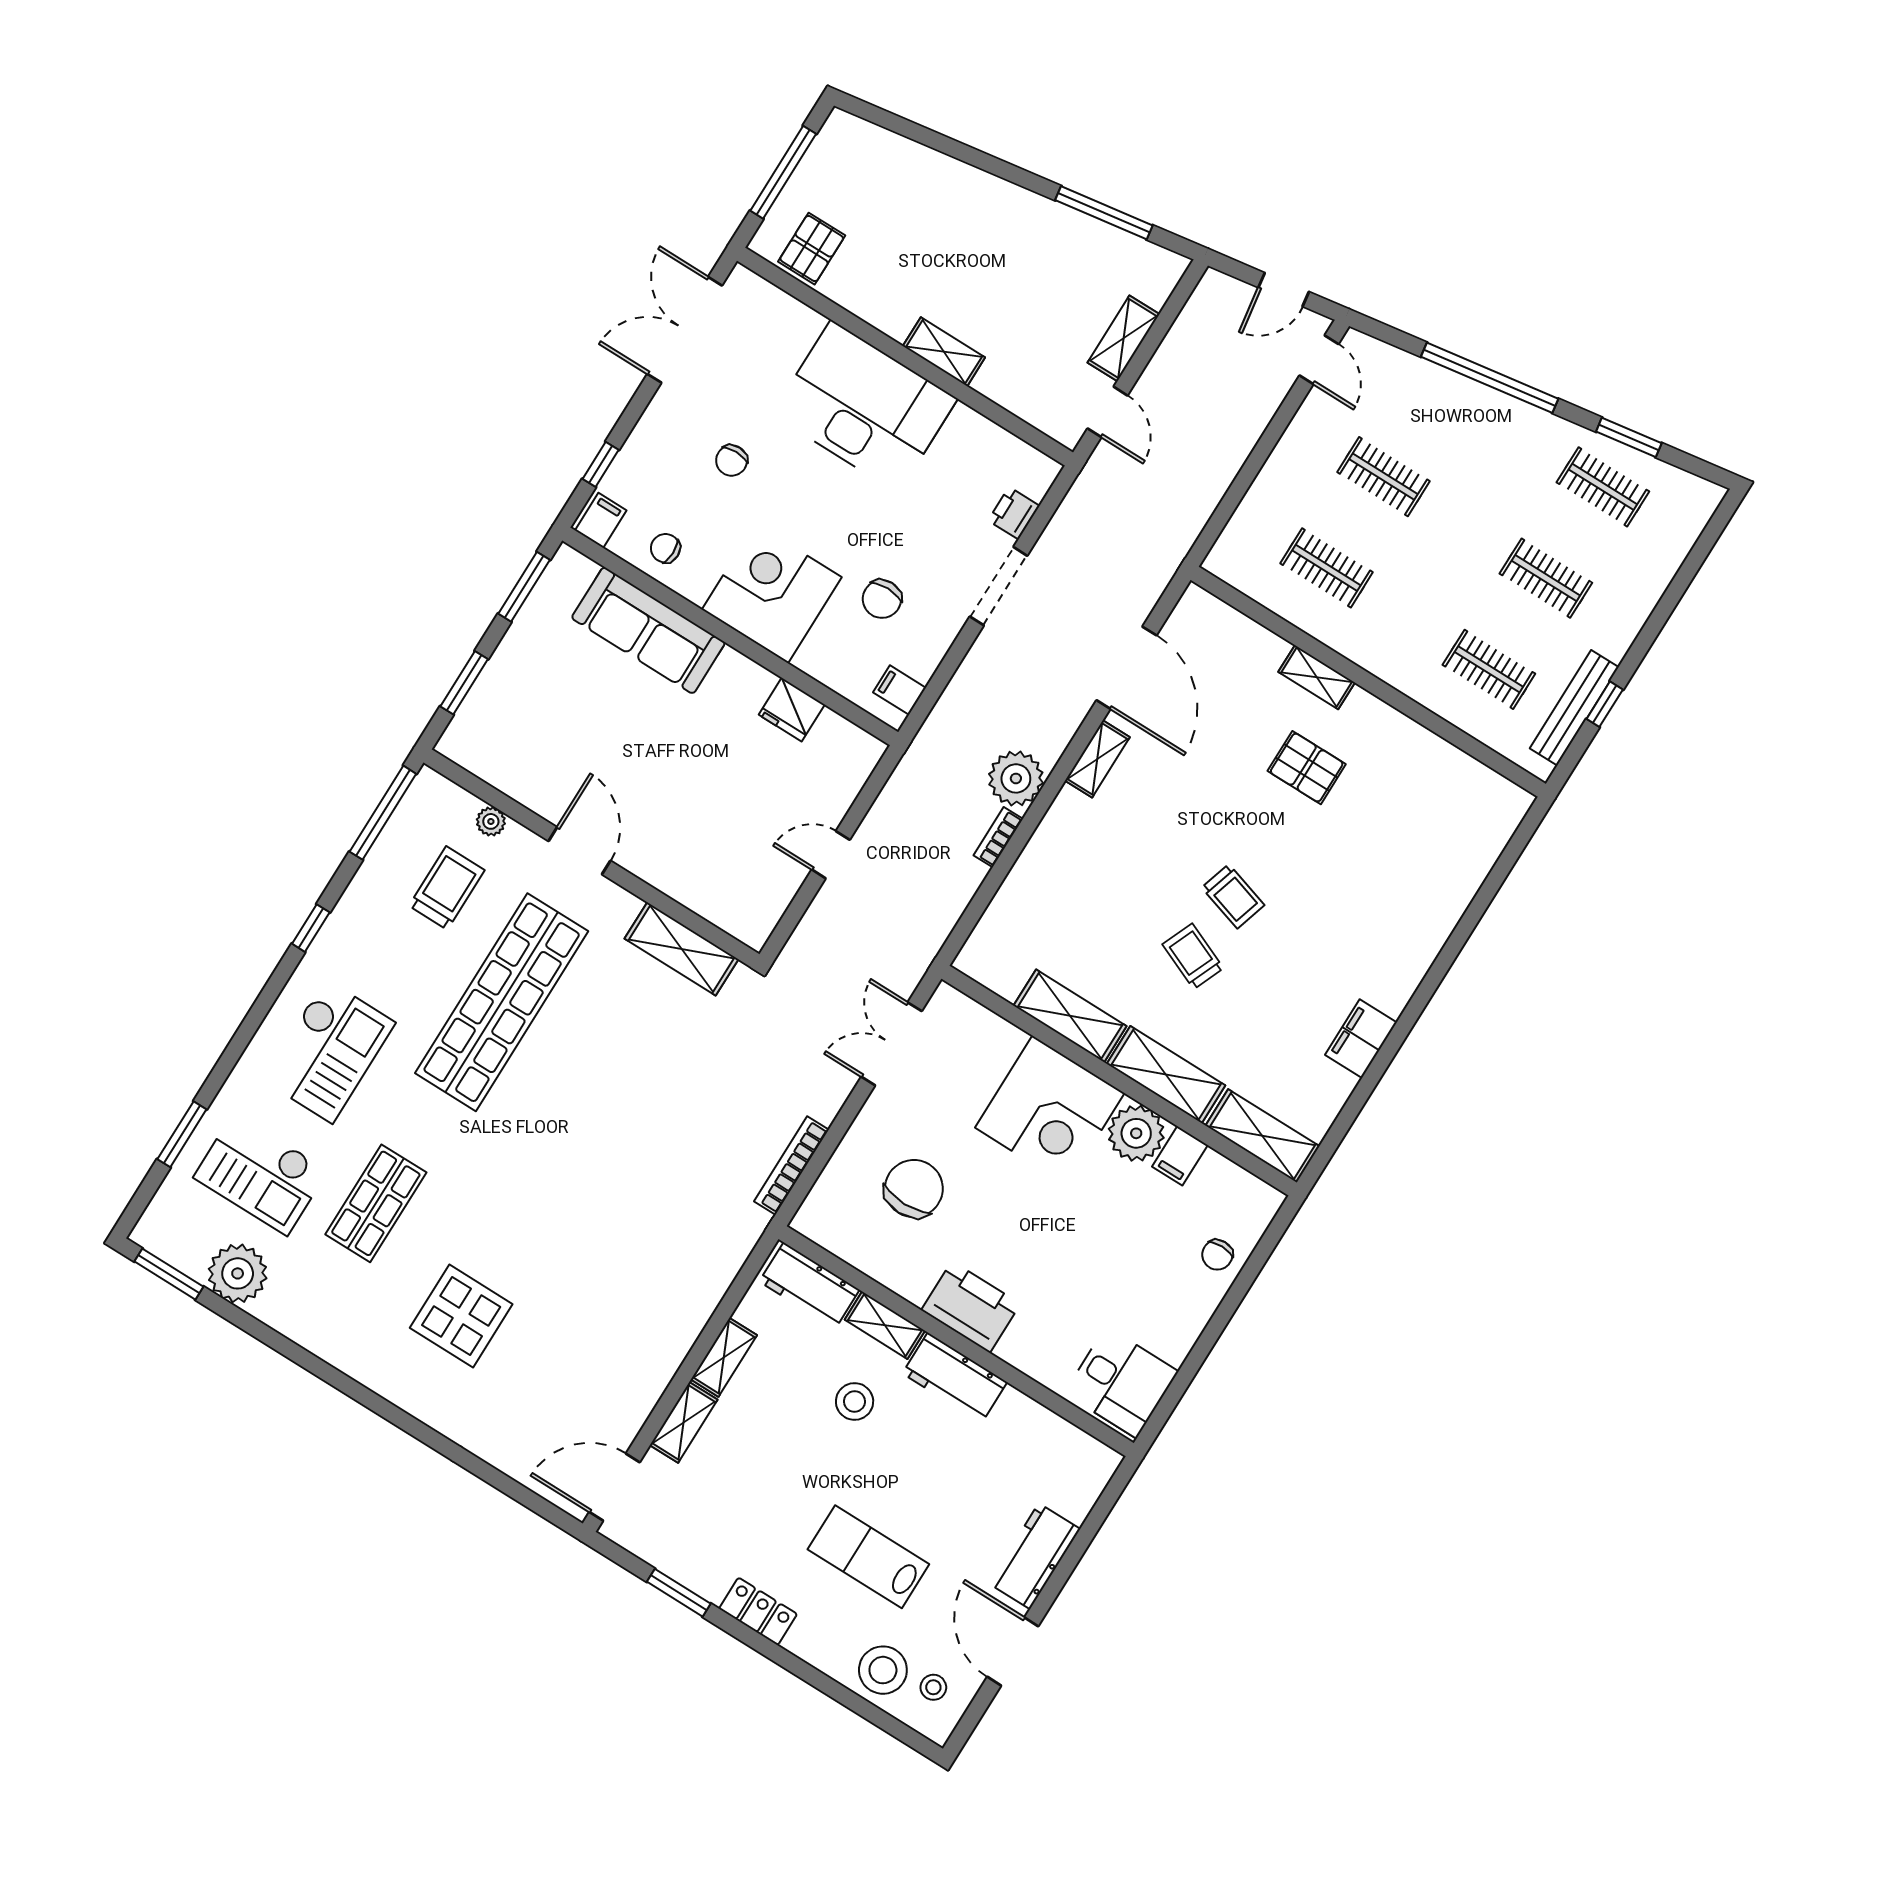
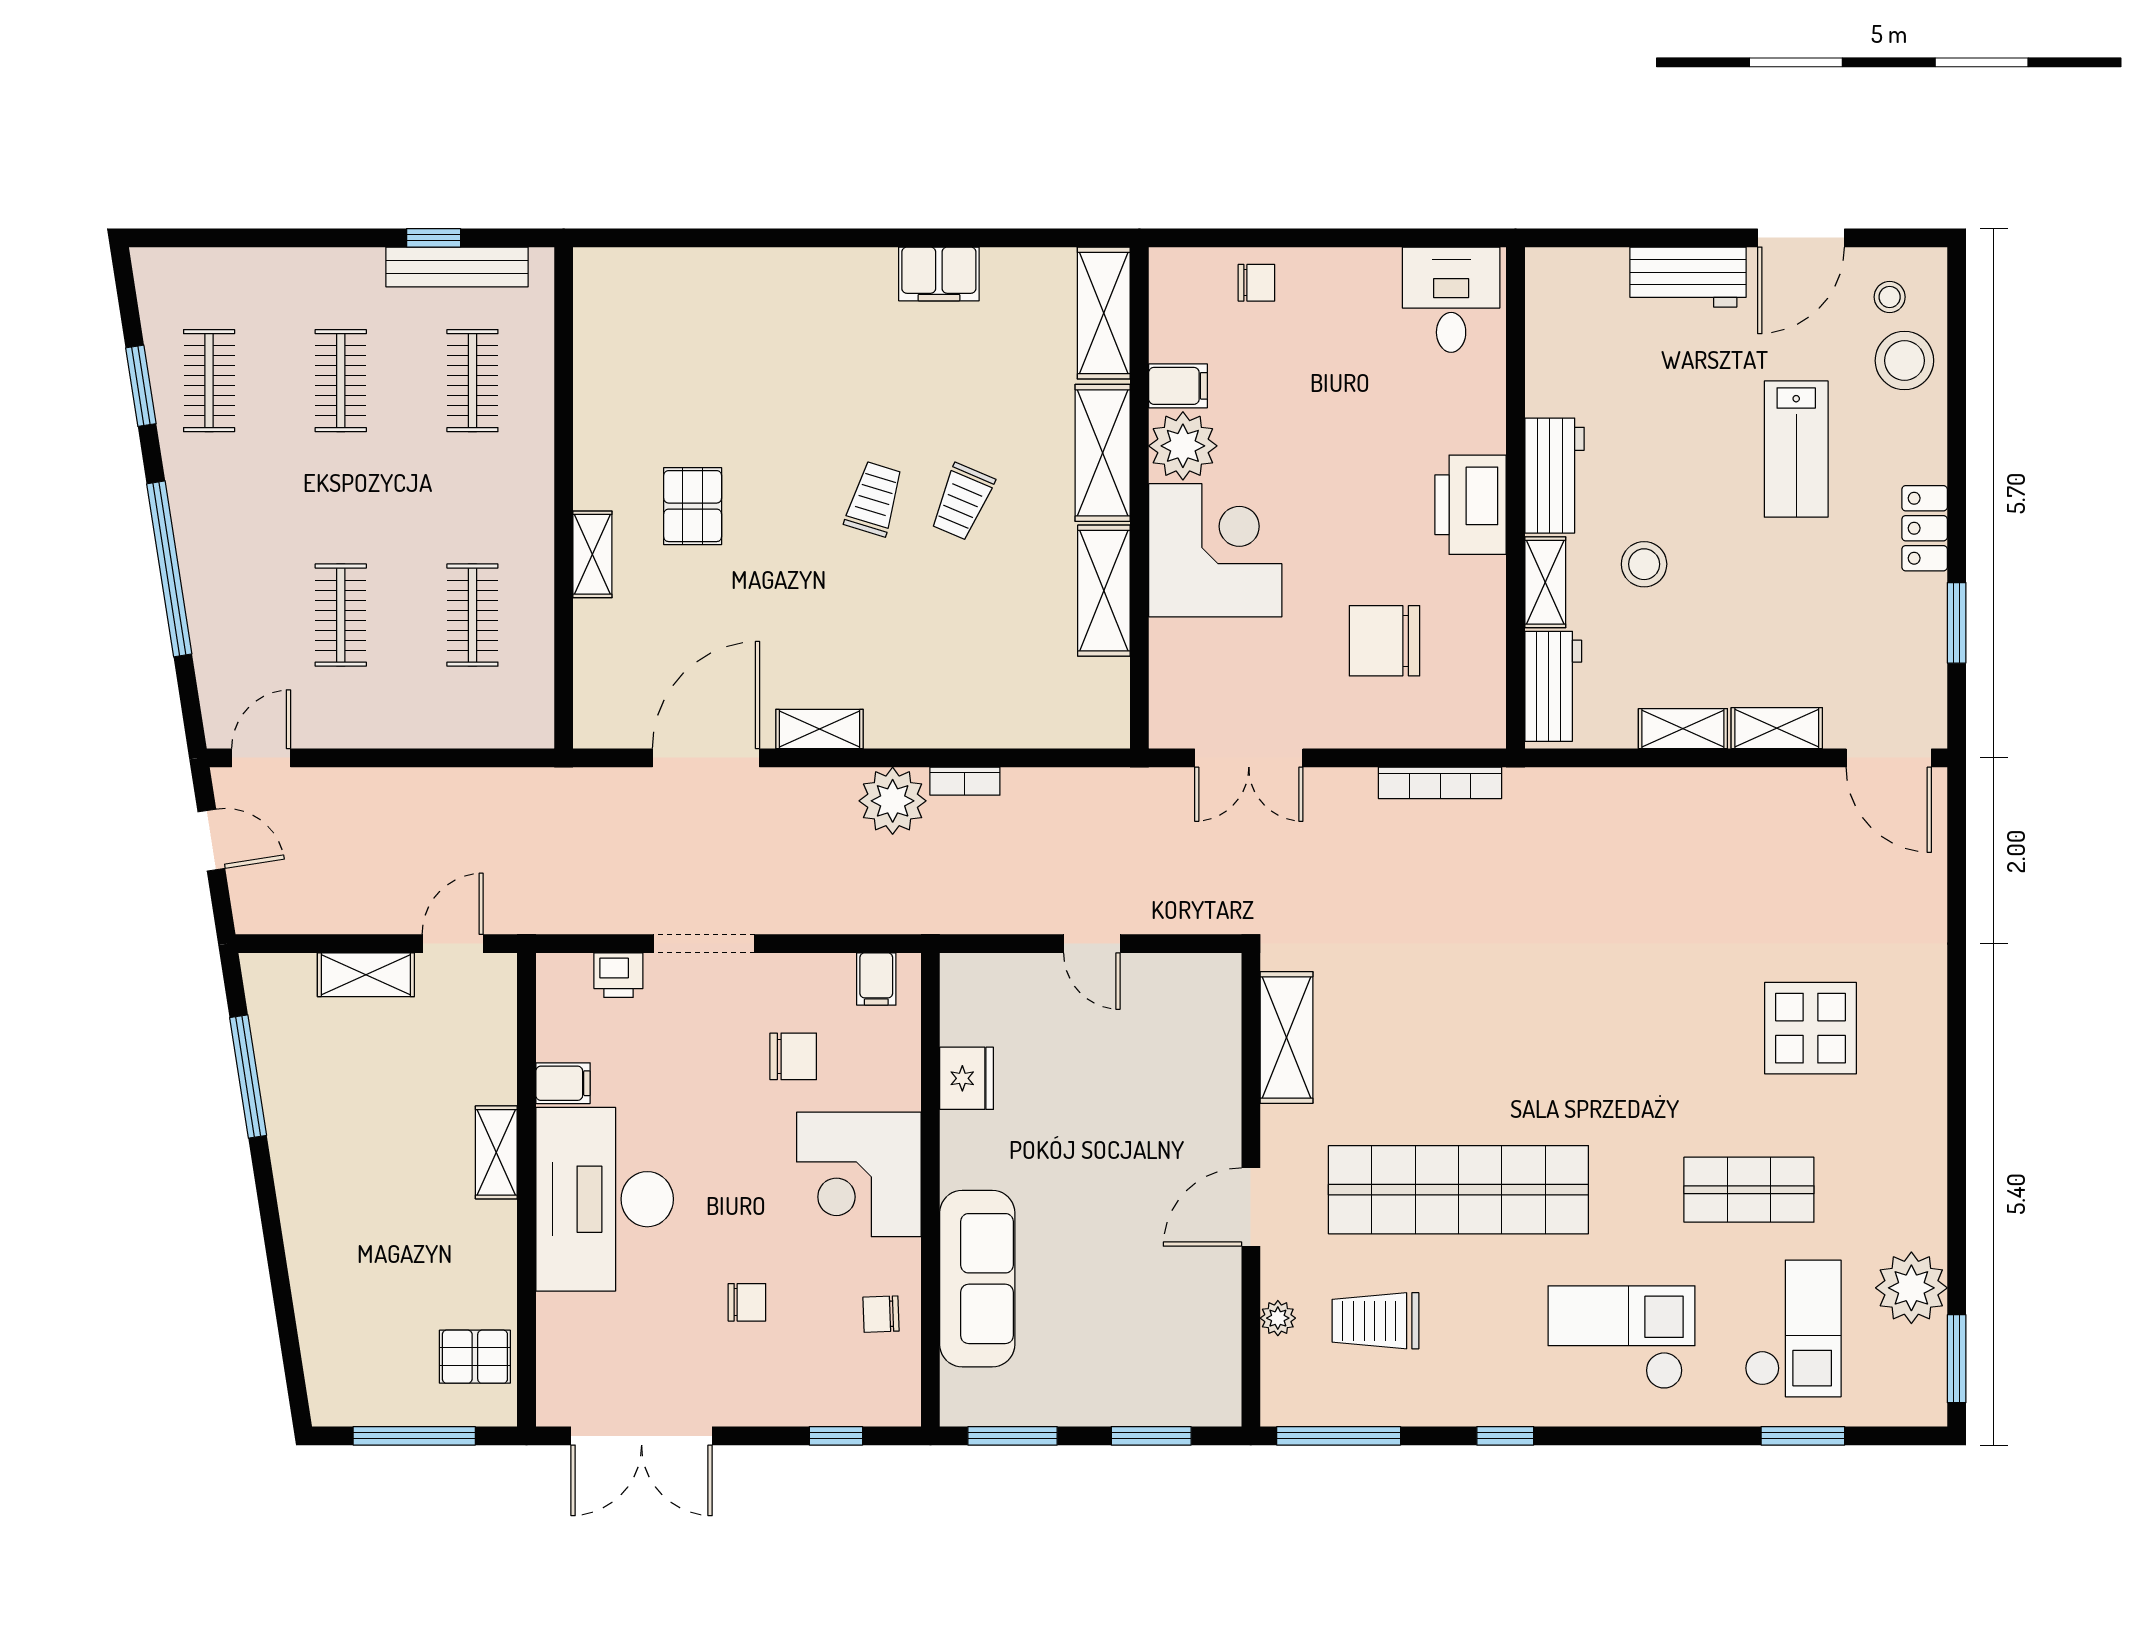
filing cabinet: (601, 520) -> (563, 1083), moved, turned 180
chair: (665, 548) -> (881, 1314), turned 88

